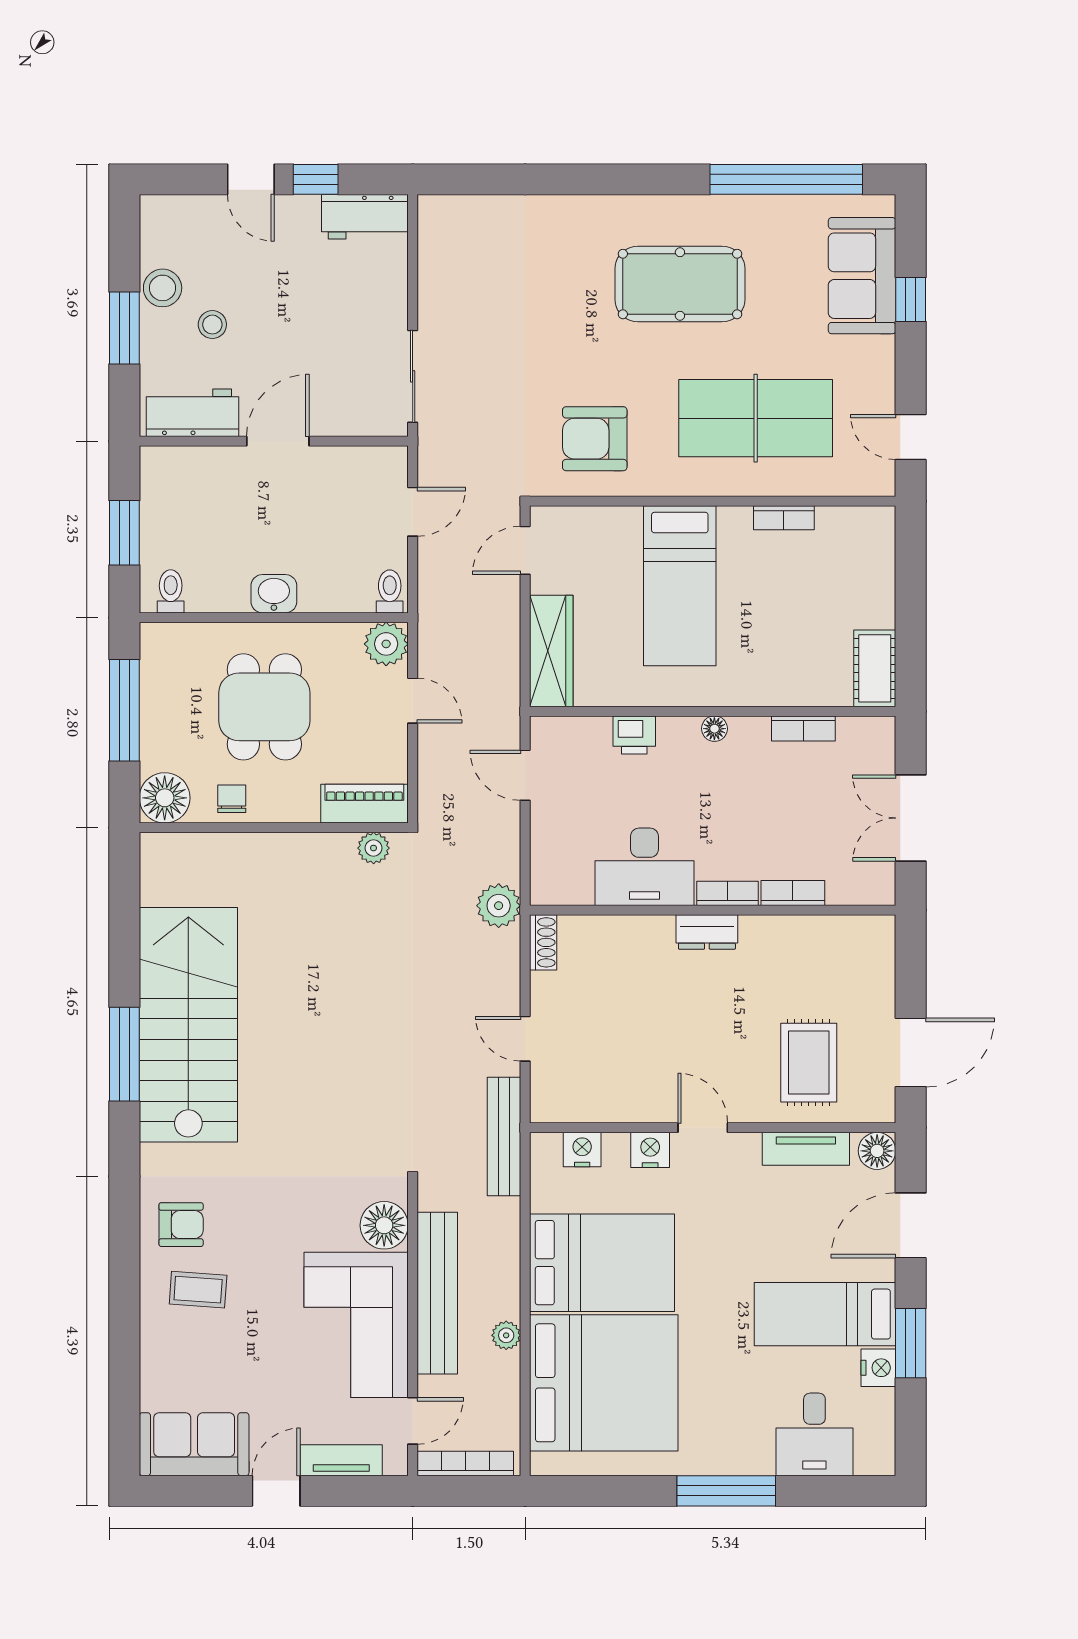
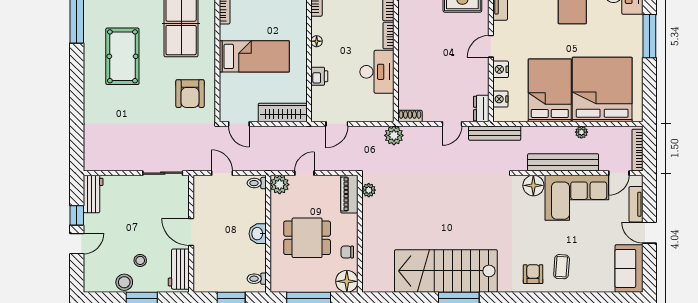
dresser: (707, 932) -> (481, 109), moved, turned 180
door: (413, 1421) -> (619, 173), swing flipped

